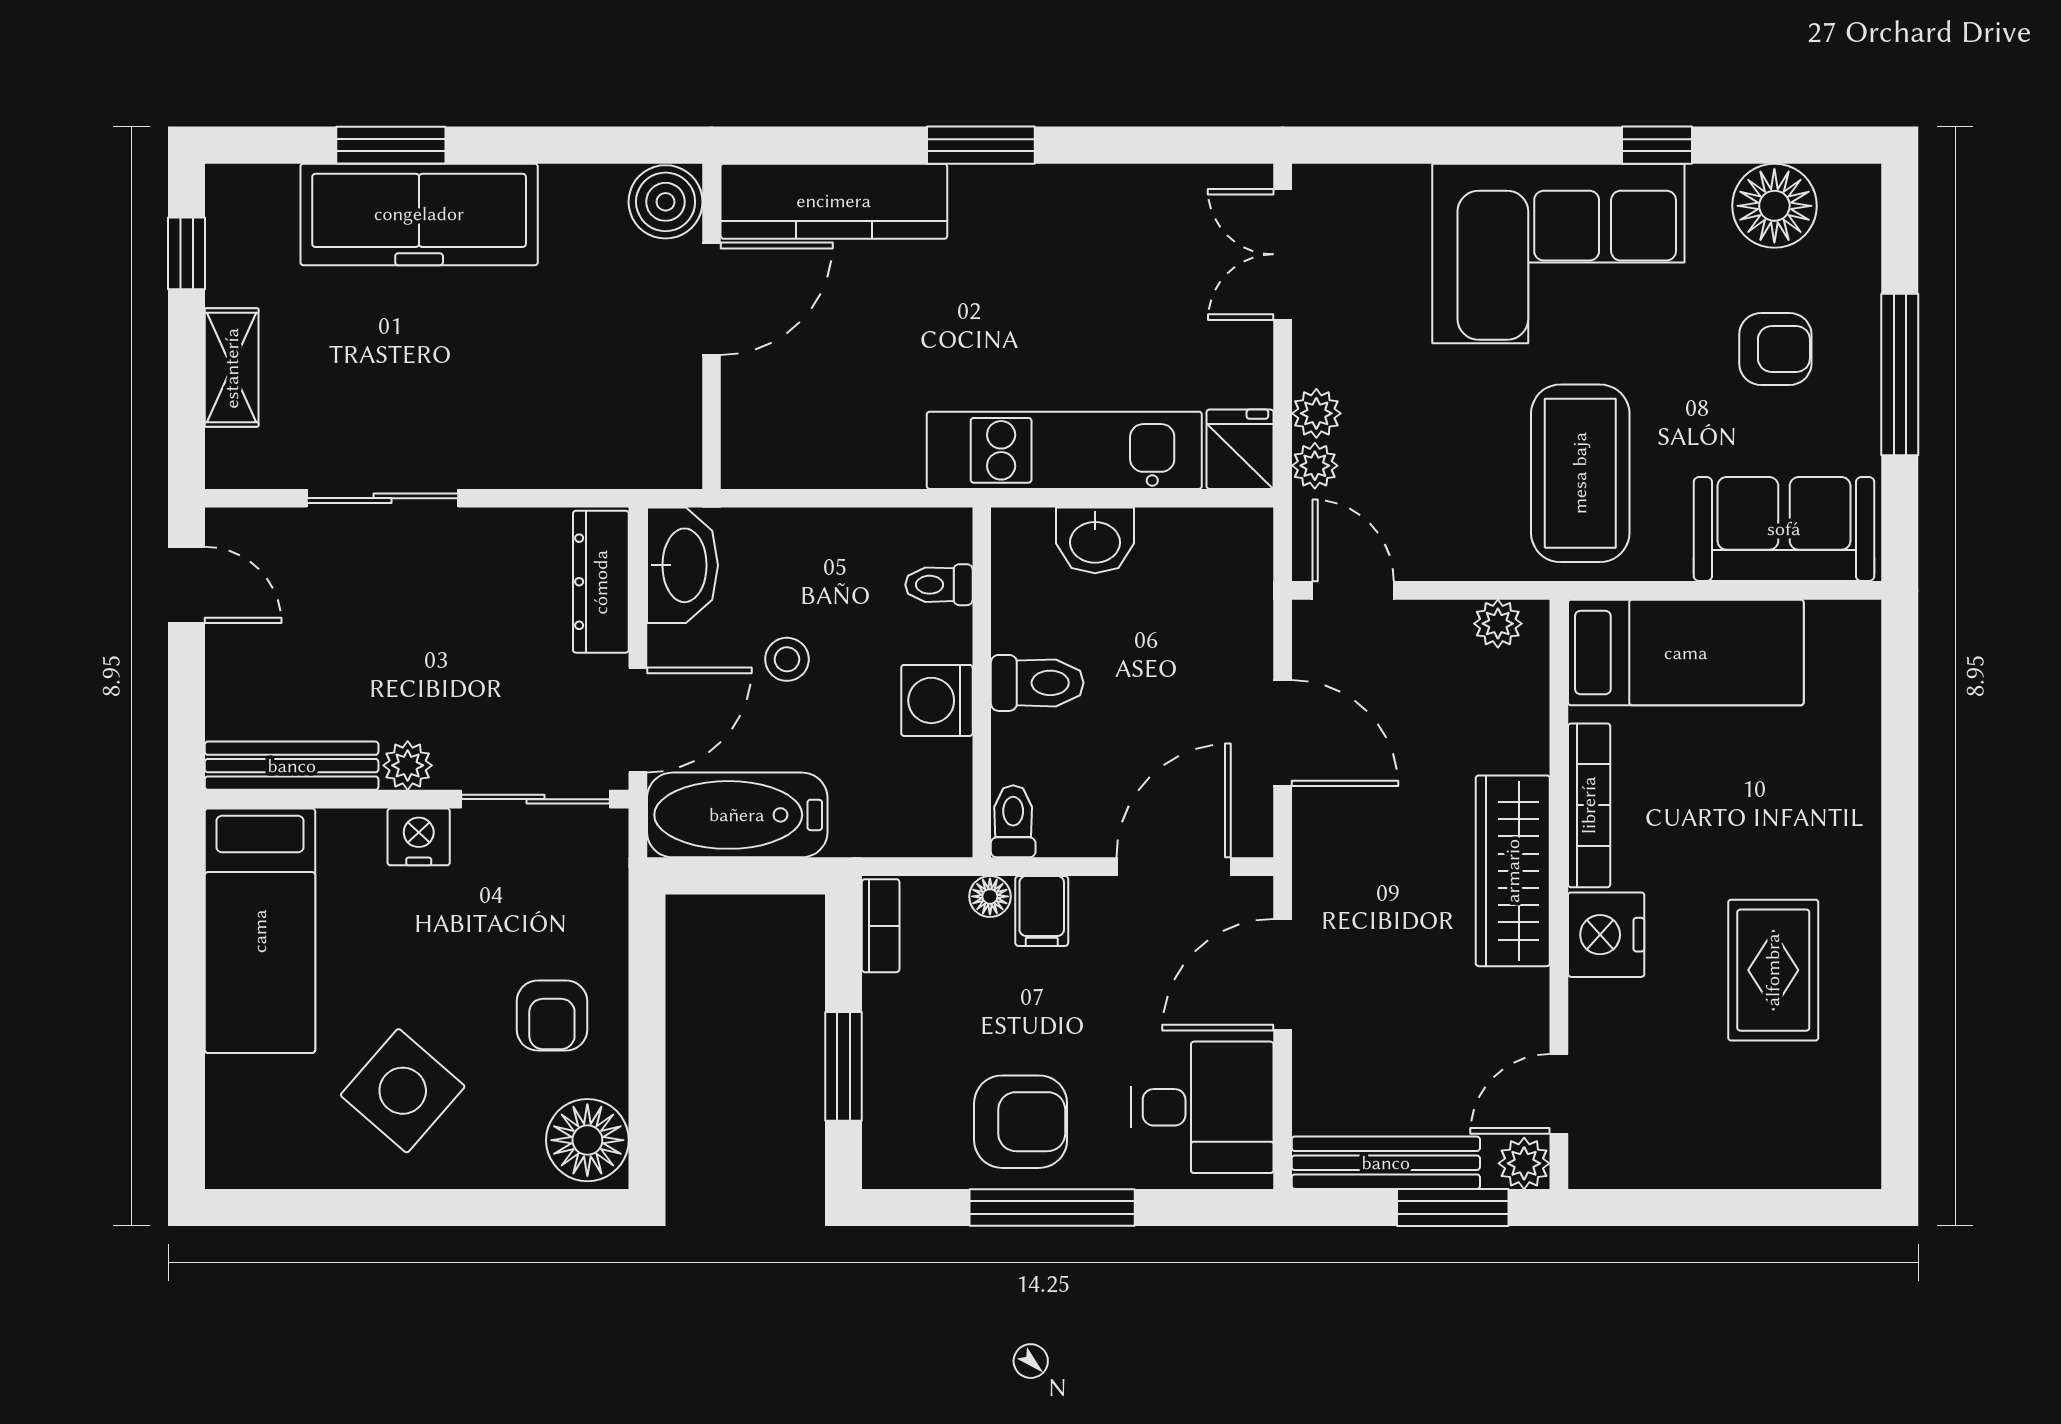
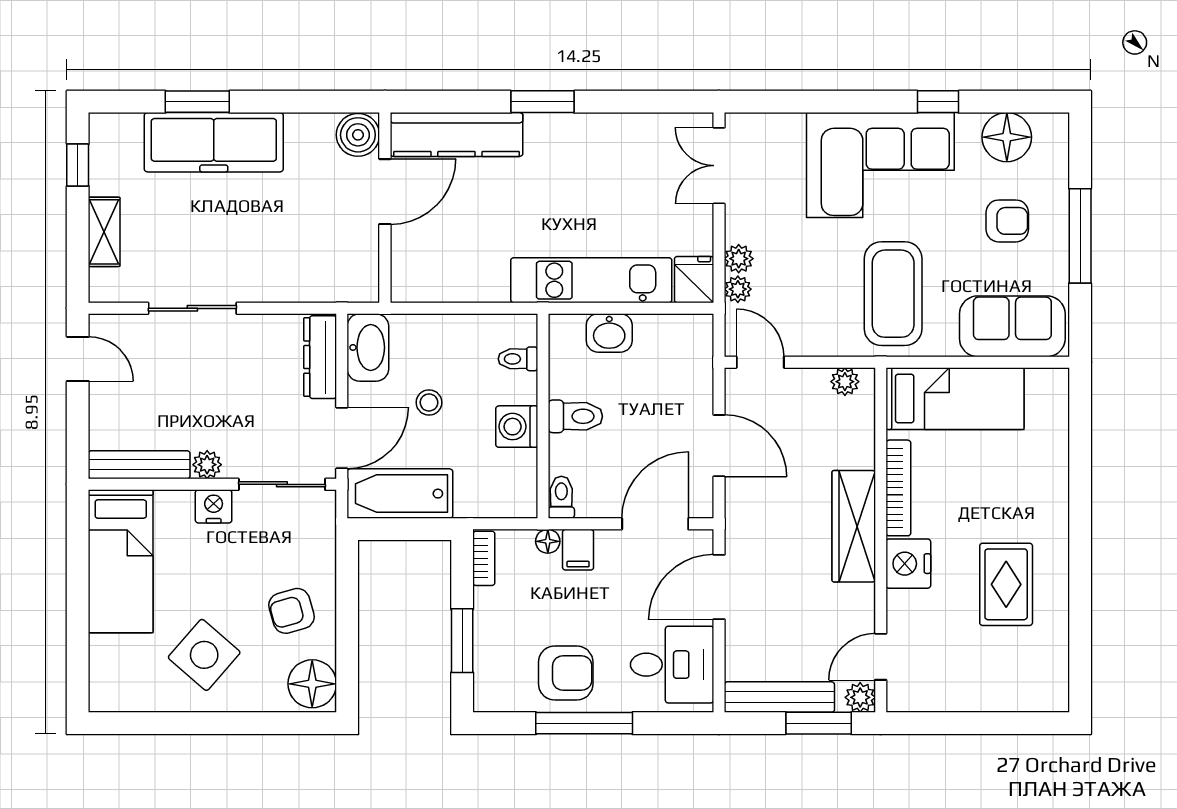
armchair: (552, 1016) -> (292, 611), turned 74

